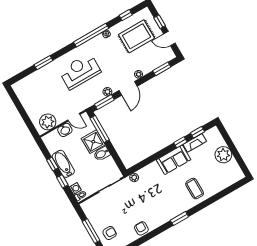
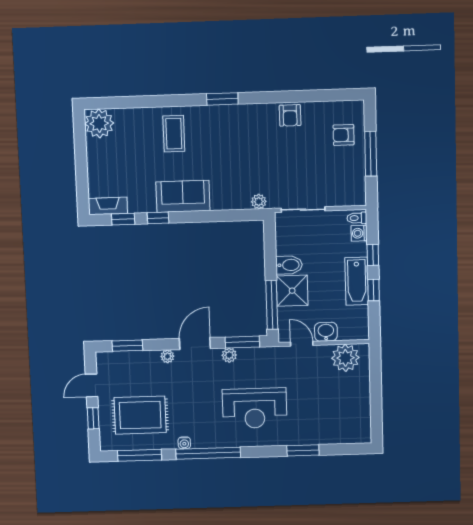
window: (126, 15) -> (140, 455), width x2.17
door: (169, 39) -> (92, 385), swing flipped
fireplace: (195, 143) -> (108, 206), moved
plant: (223, 155) -> (99, 123), moved

